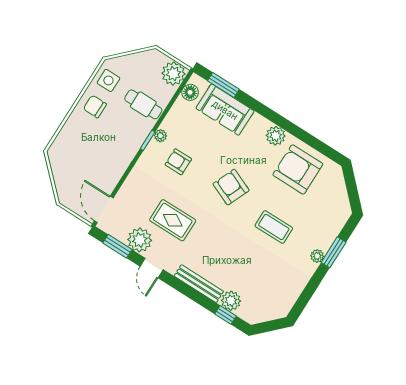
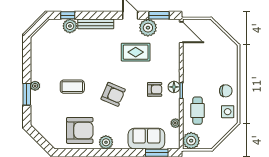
floor lamp: (190, 92) -> (174, 87), moved
cafe table: (143, 104) -> (198, 111), turned 90
plant: (160, 136) -> (175, 123), moved

